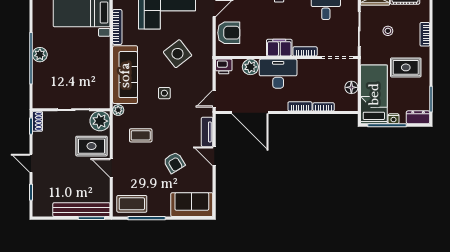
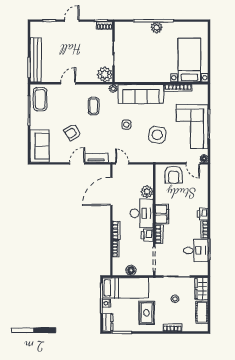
side table: (178, 54) -> (157, 135), turned 45
printer: (224, 66) -> (147, 235), moved
rug: (91, 146) -> (85, 68), removed

